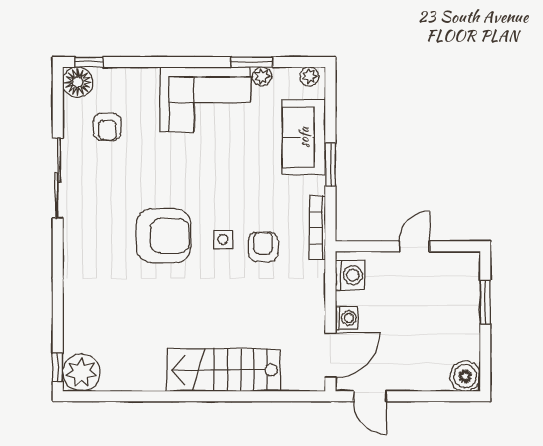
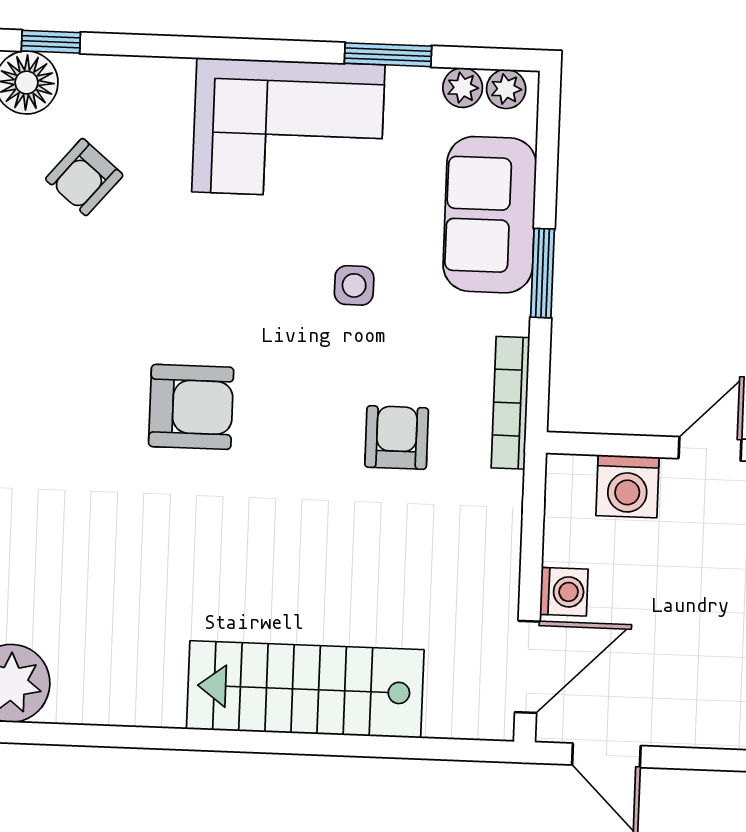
plant: (262, 77) -> (463, 88), moved
armchair: (107, 127) -> (84, 177), turned 40
armchair: (163, 236) -> (191, 407), width x0.73, depth x0.73
side table: (223, 240) -> (354, 285), moved
washing machine: (350, 275) -> (627, 486), moved, turned 90

